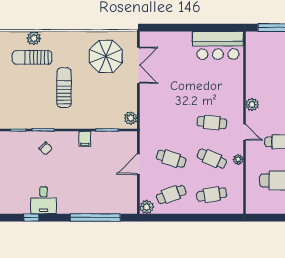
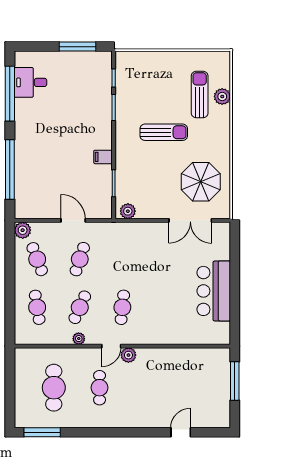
bar counter: (218, 45) -> (214, 291), moved
plant: (252, 105) -> (128, 355), moved
chair: (46, 148) -> (92, 110), removed
desk: (44, 200) -> (30, 82), moved
window: (31, 218) -> (10, 94), width x3.17

